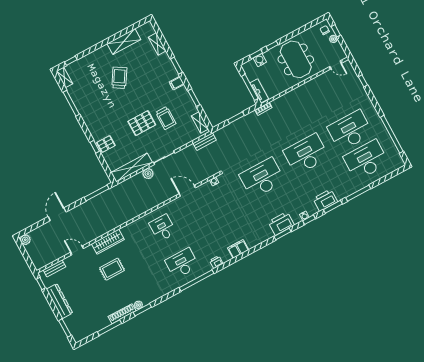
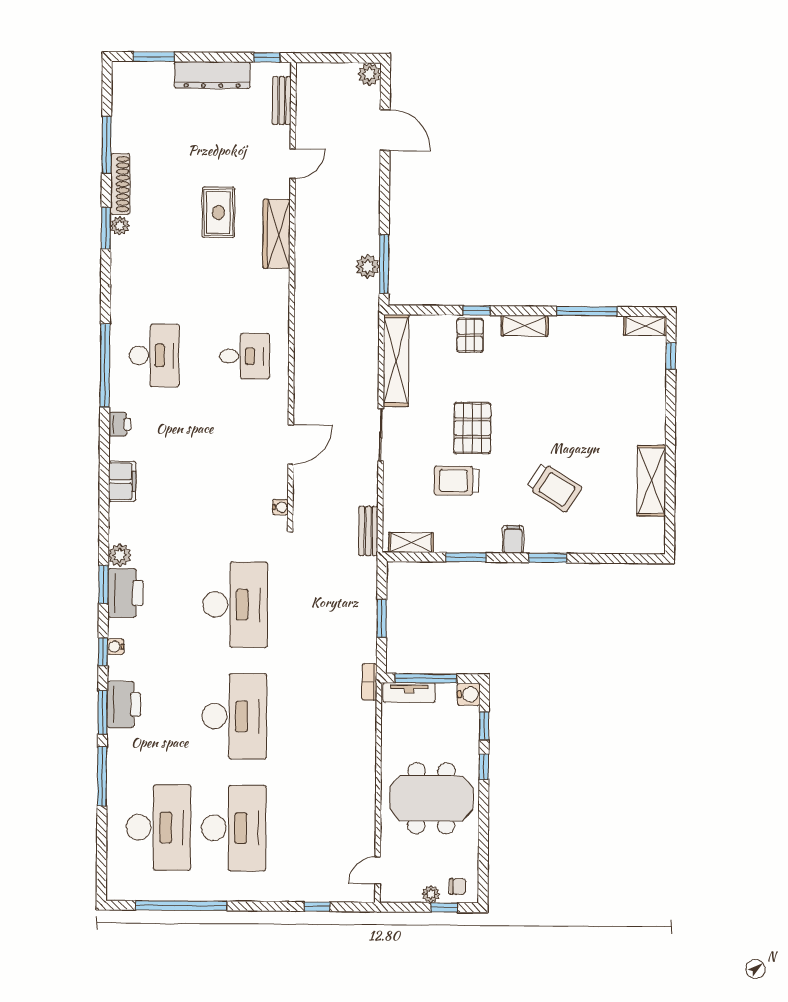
shelving: (157, 44) -> (525, 326), moved
water cooler: (260, 60) -> (469, 694), moved
trolley: (119, 78) -> (554, 488), moved
plant: (148, 174) -> (368, 267), moved
door: (57, 214) -> (385, 130), moved
plant: (268, 234) -> (120, 555), added

